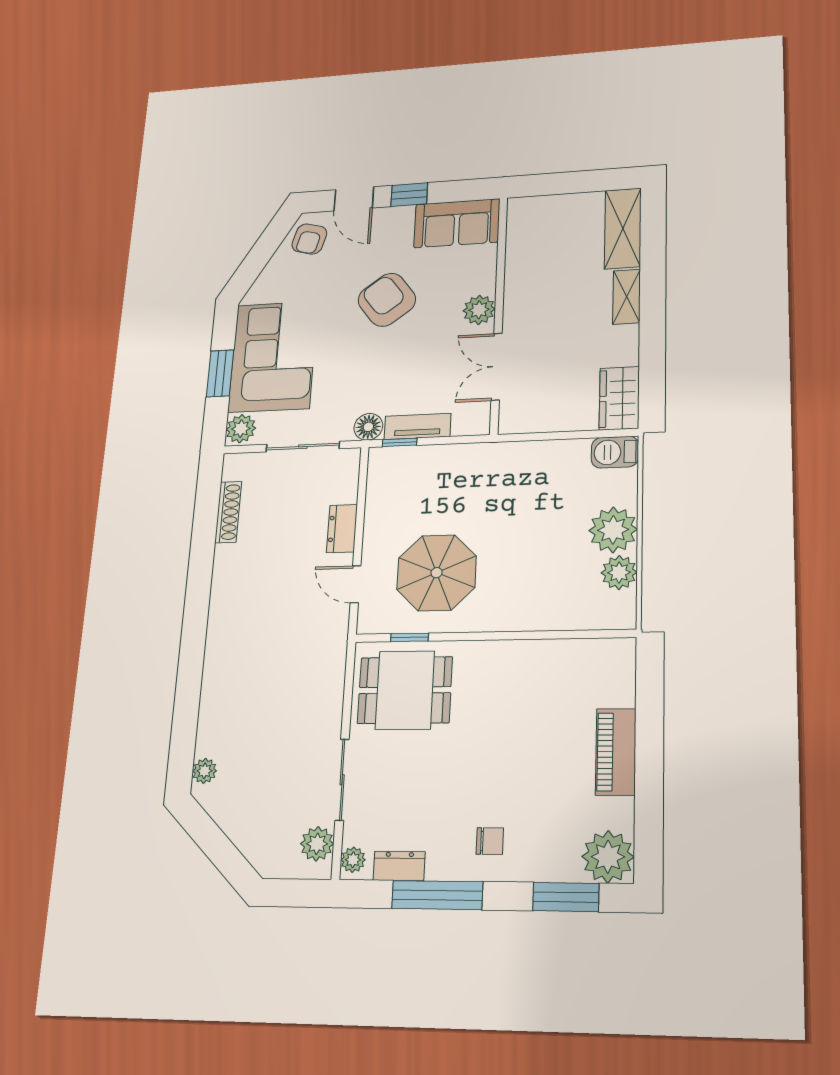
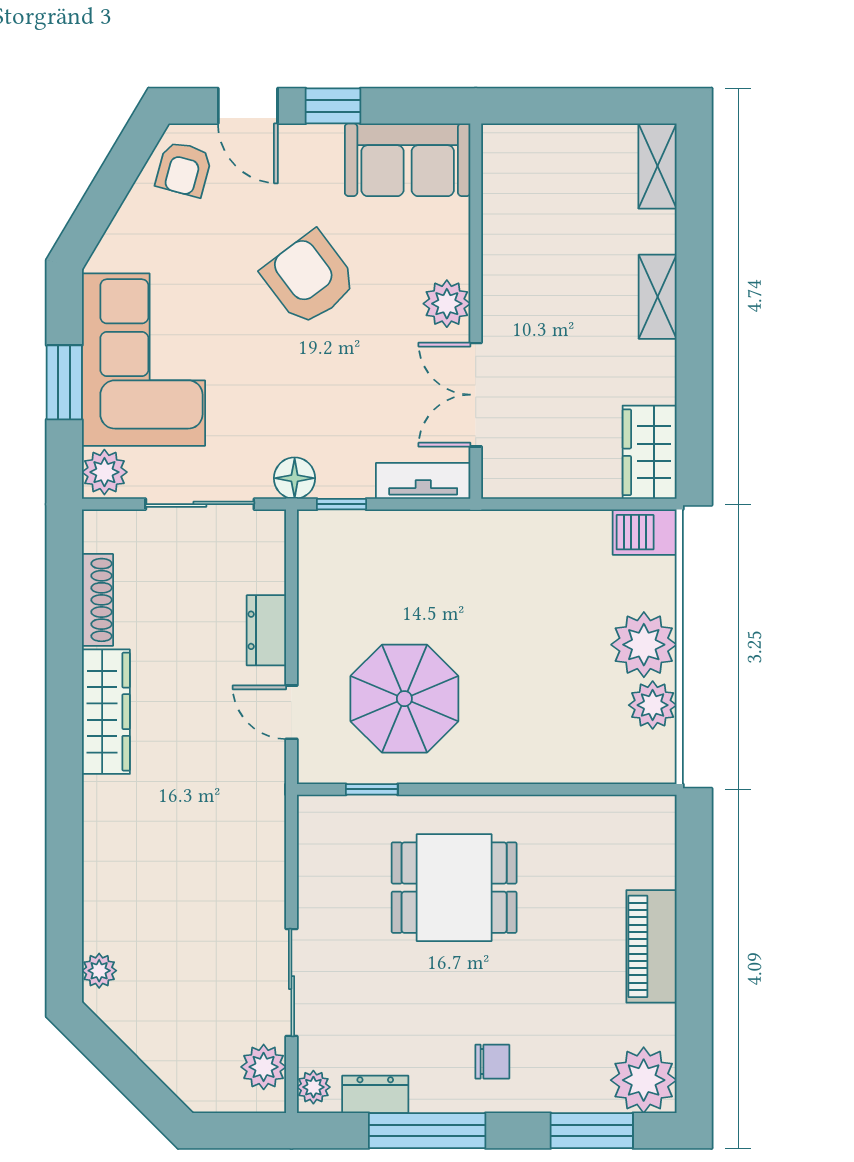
shelving: (623, 228) -> (657, 166), width x0.67, depth x0.75
tv unit: (417, 426) -> (423, 481), moved
wardrobe: (227, 587) -> (106, 712), added
dining table: (405, 690) -> (454, 888), moved

